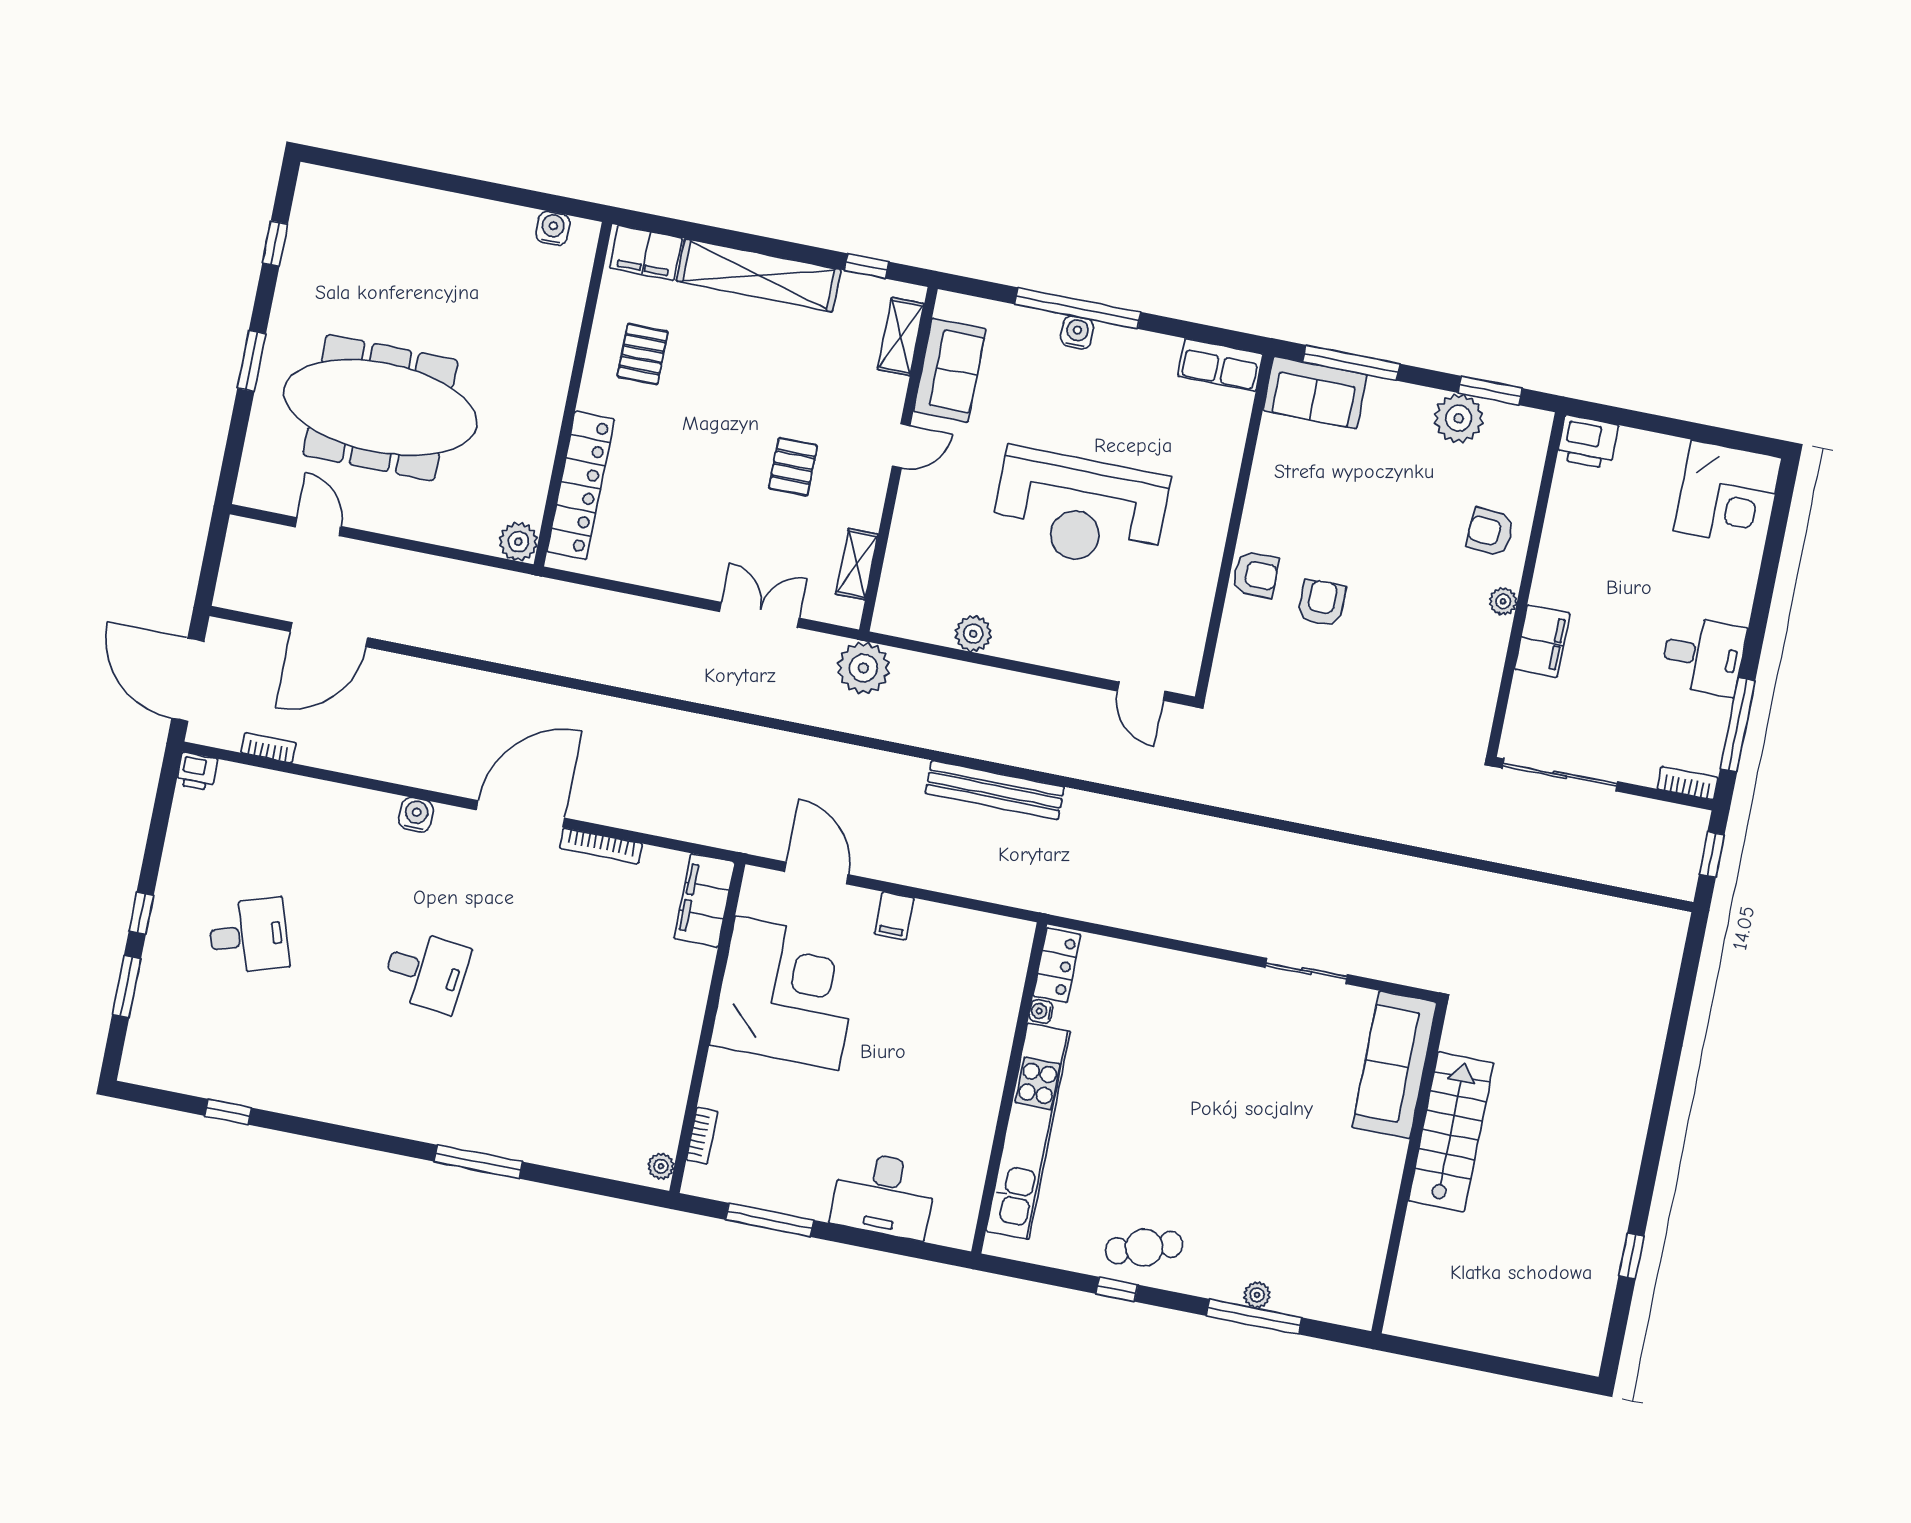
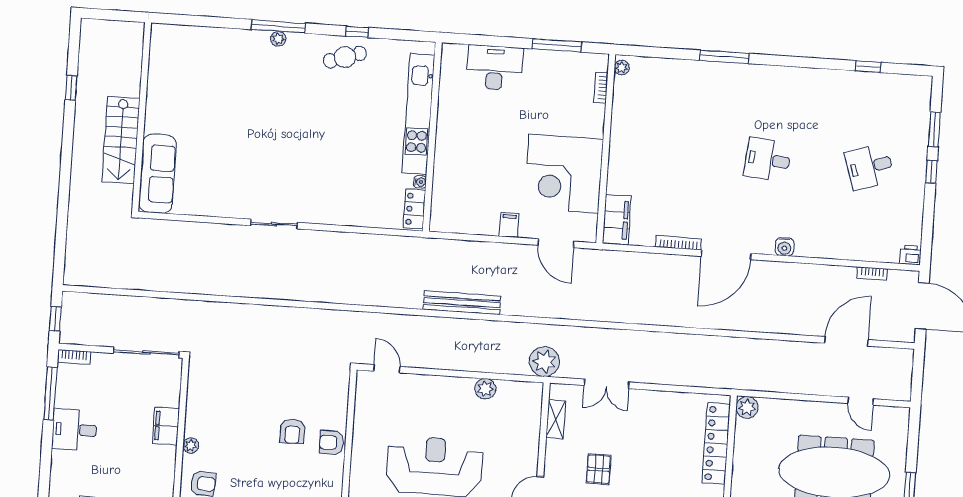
sofa: (1394, 1065) -> (157, 174), moved
stairs: (1451, 1132) -> (121, 140), moved
wall: (1409, 1168) -> (142, 117), moved

